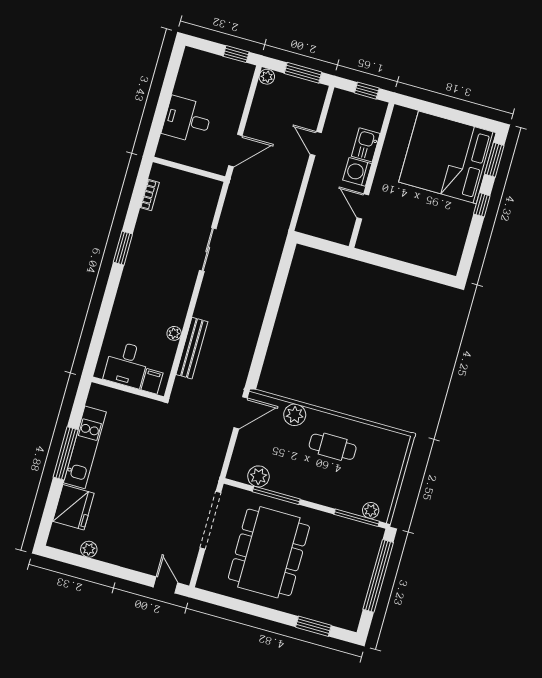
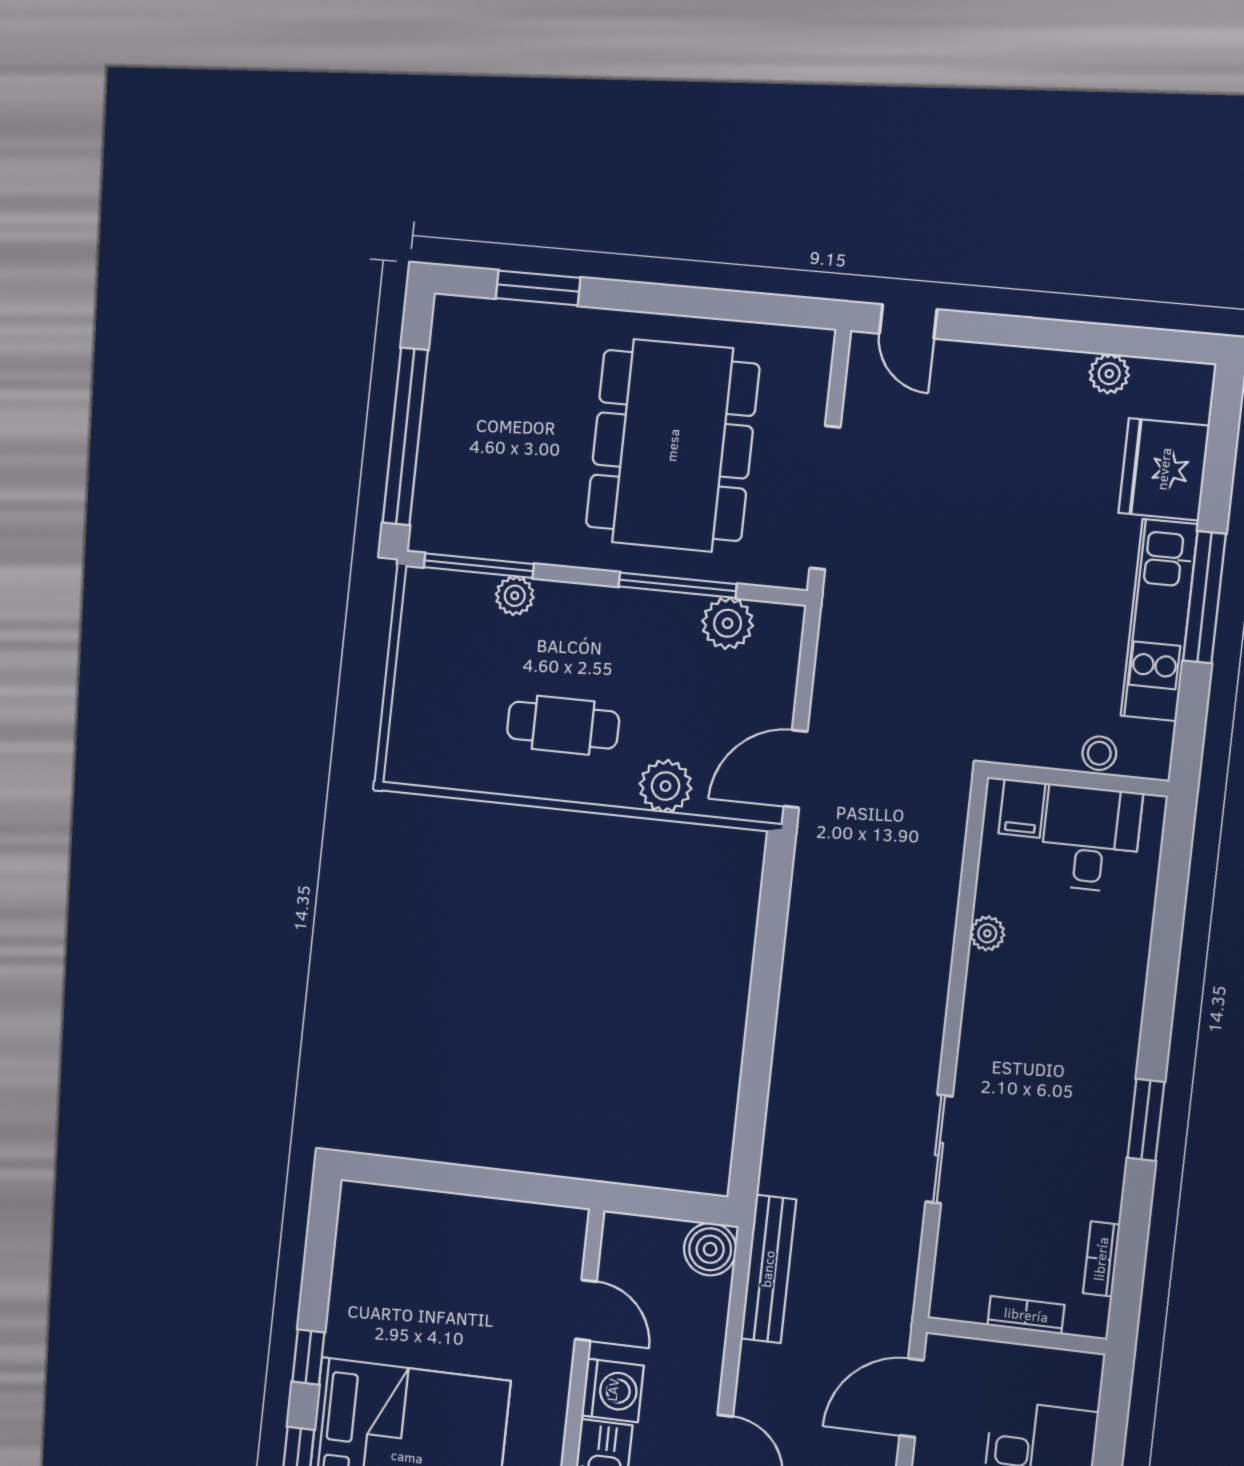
bookcase: (184, 177) -> (1026, 1315), added
boiler: (308, 223) -> (710, 1249), added
bench: (192, 348) -> (768, 1269), moved
stool: (117, 398) -> (1099, 753), added
plant: (371, 510) -> (515, 596), moved

